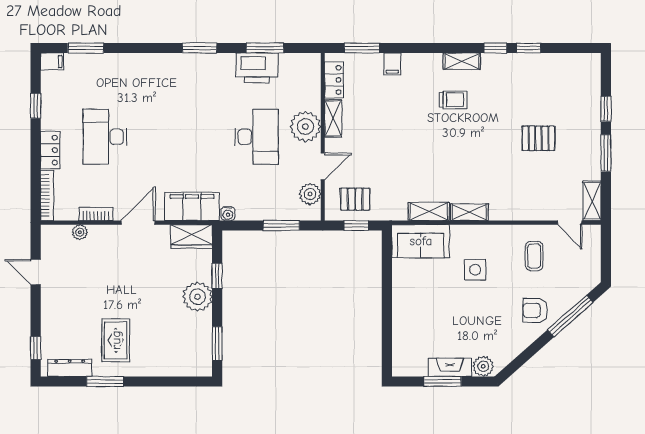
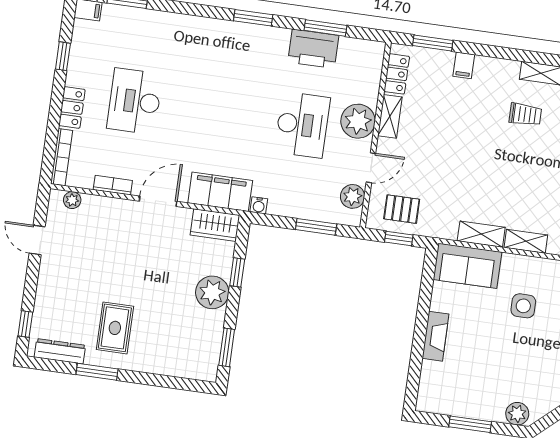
plant: (80, 232) -> (72, 200), moved
fireplace: (450, 367) -> (435, 336), moved, turned 90

